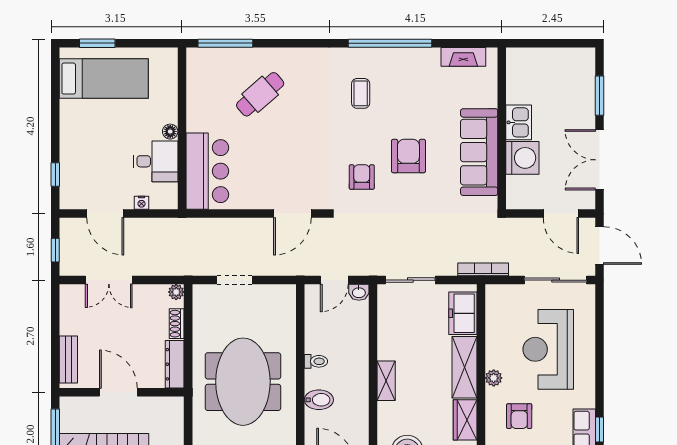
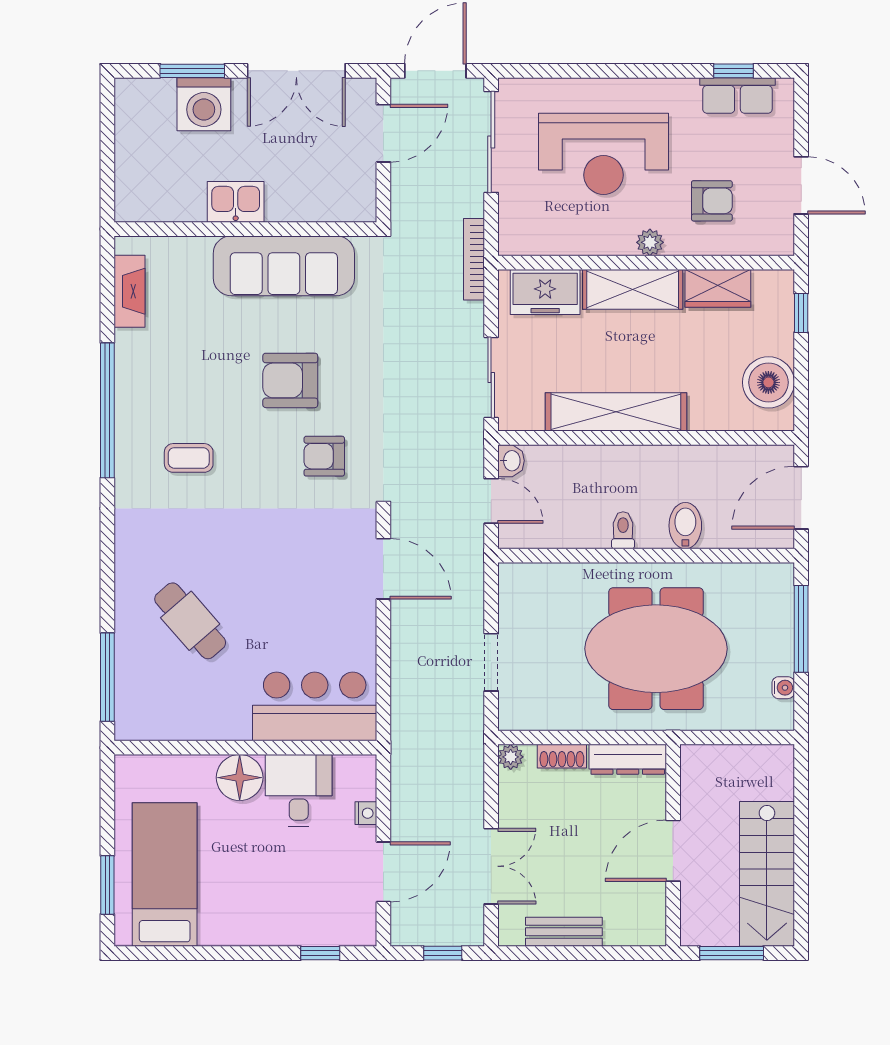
floor lamp: (170, 132) -> (240, 778), width x1.89, depth x1.89
washing machine: (522, 158) -> (204, 104), moved, turned 180
bench: (68, 359) -> (564, 932), moved
shelving: (386, 381) -> (616, 412), width x2.20, depth x1.33

